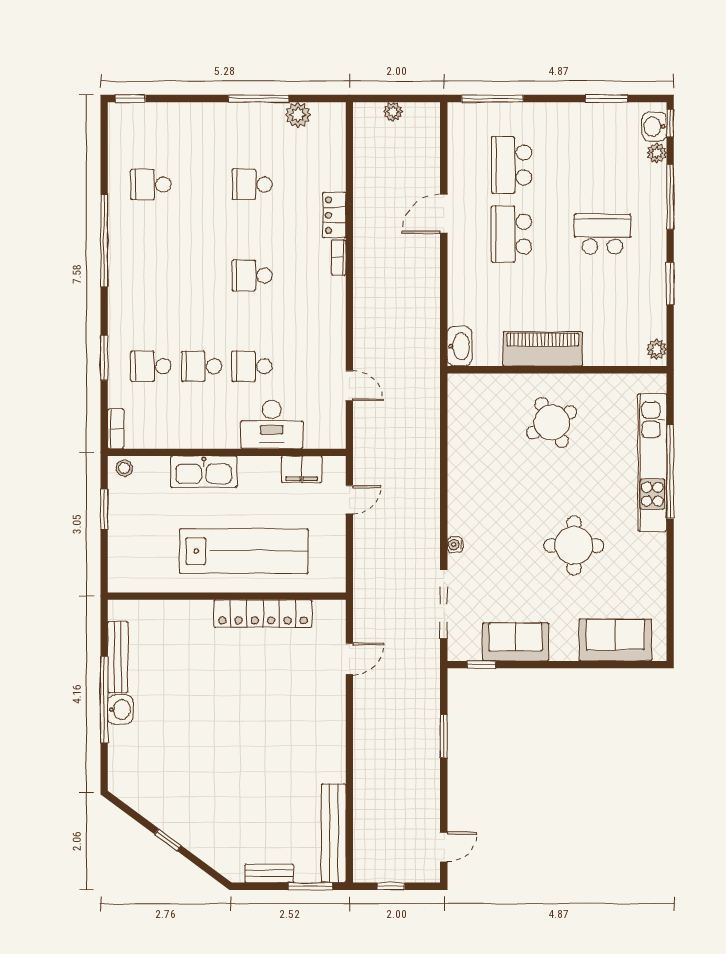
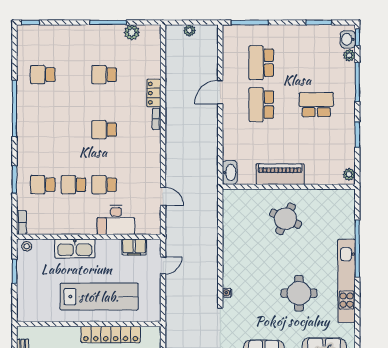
round table: (552, 423) -> (286, 219), turned -36
kitchen unit: (652, 462) -> (347, 281), moved

